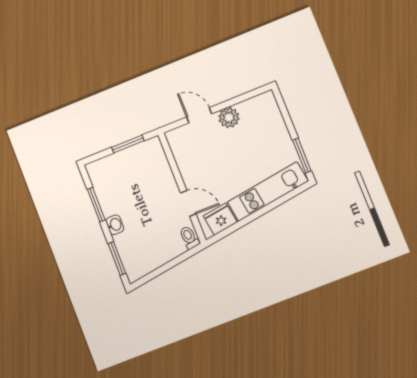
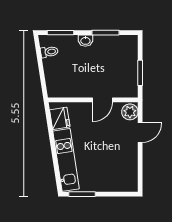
plant: (229, 118) -> (130, 112), moved
door: (188, 203) -> (102, 100), moved
toilet: (189, 238) -> (49, 52), moved

